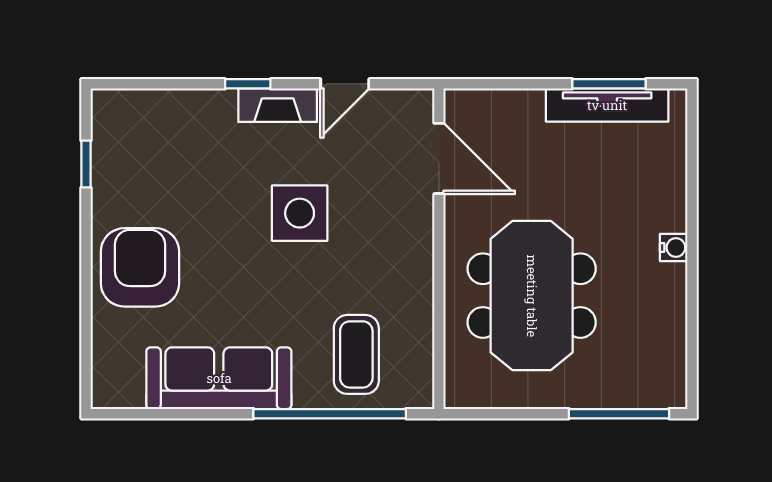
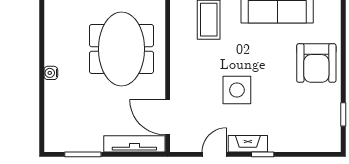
tv unit: (607, 105) -> (134, 144), moved

